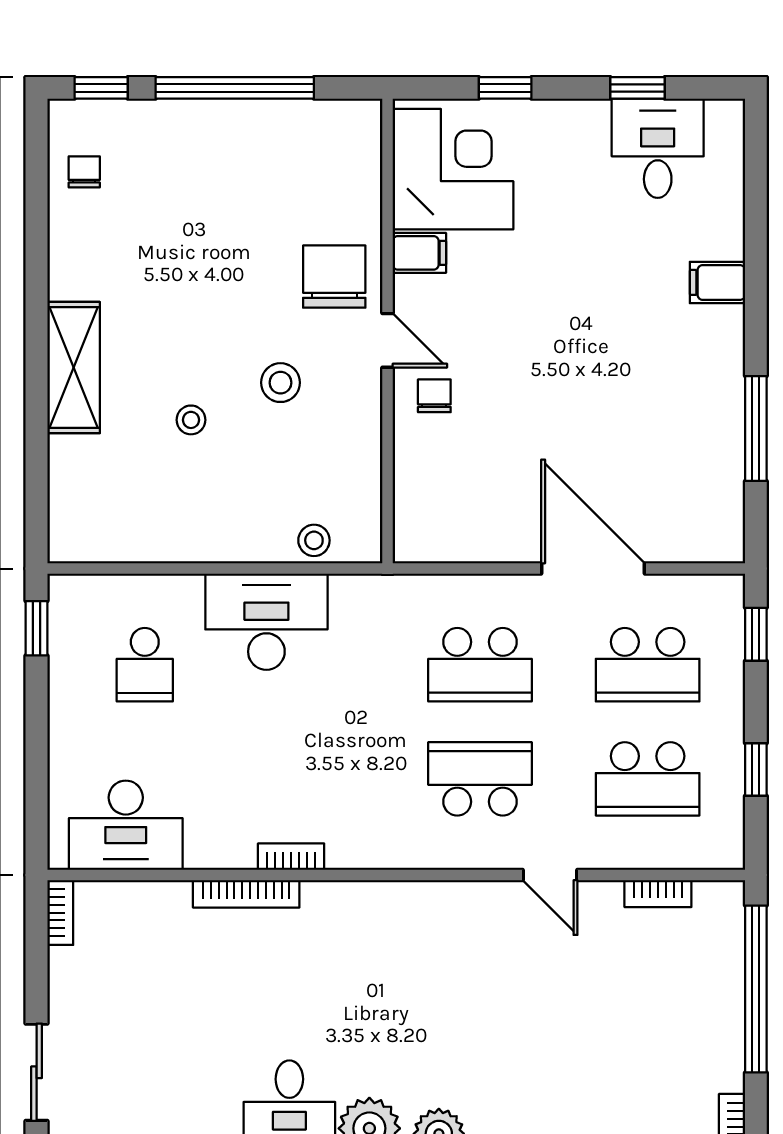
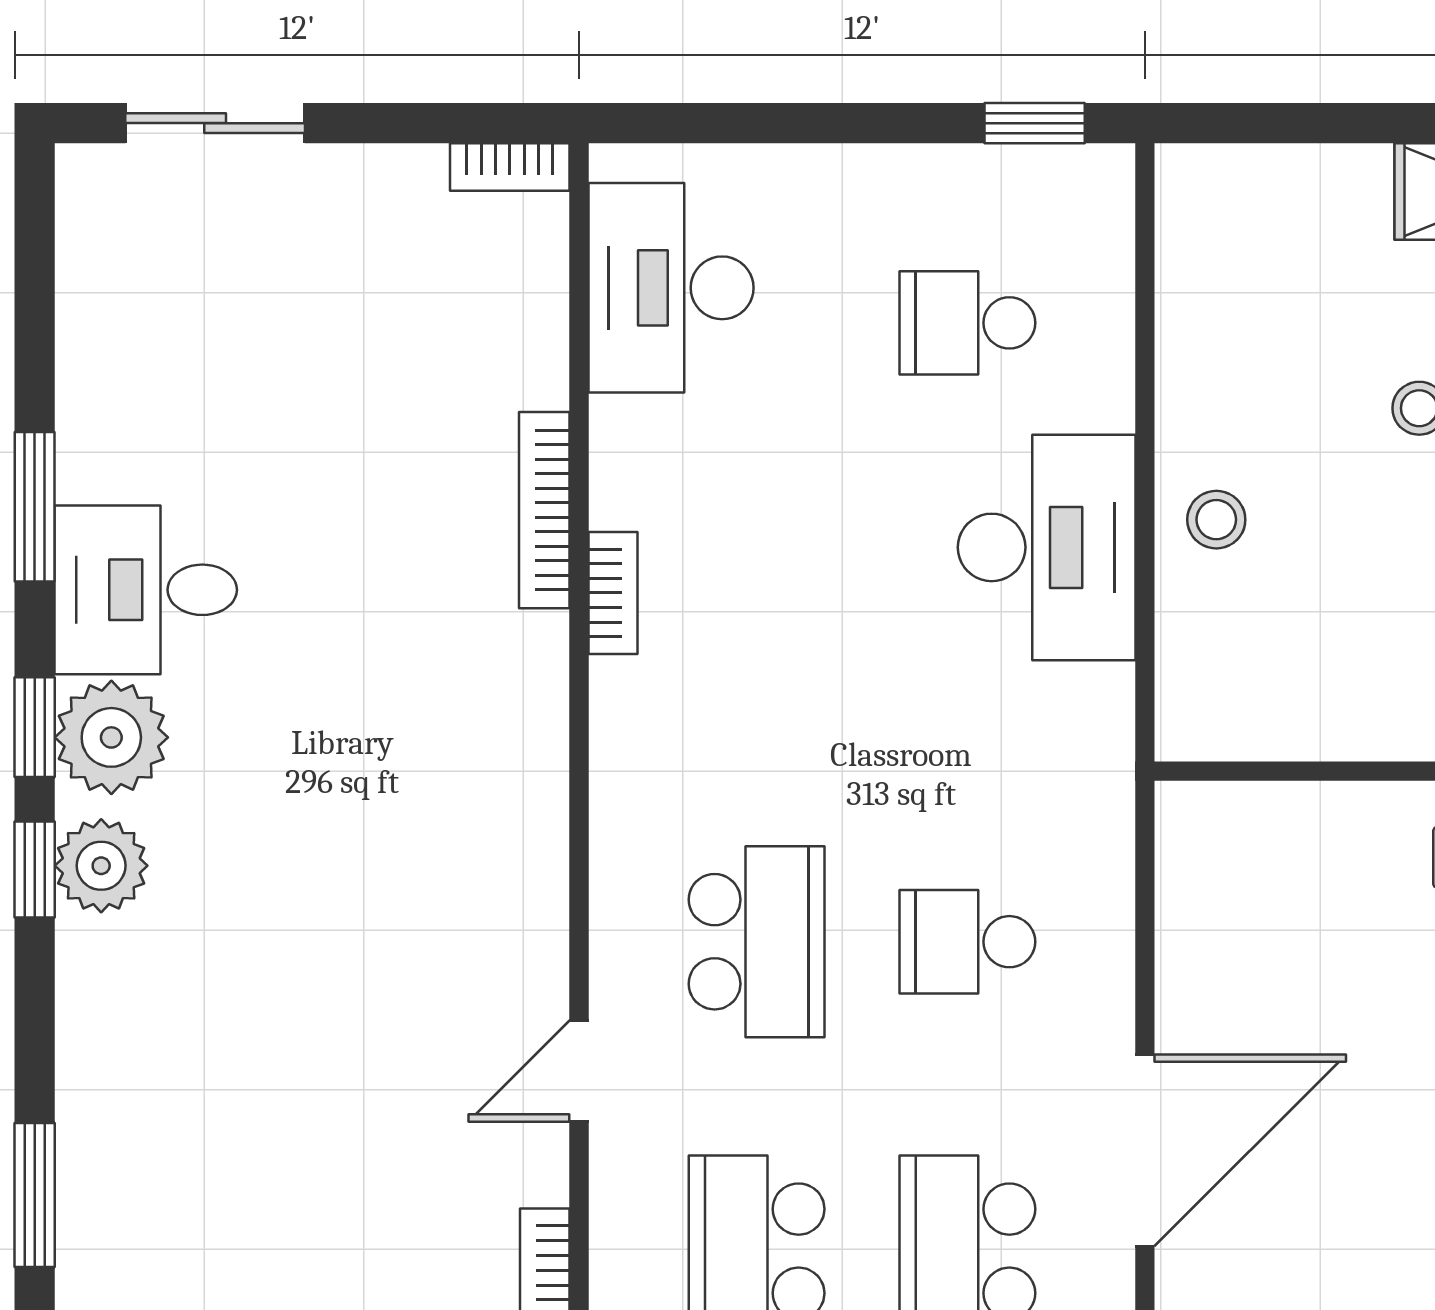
stool: (314, 540) -> (1216, 520), moved
school desk: (480, 665) -> (967, 942), width x0.54

